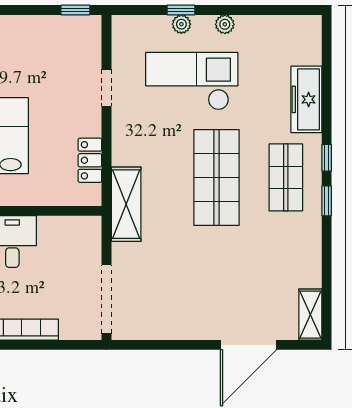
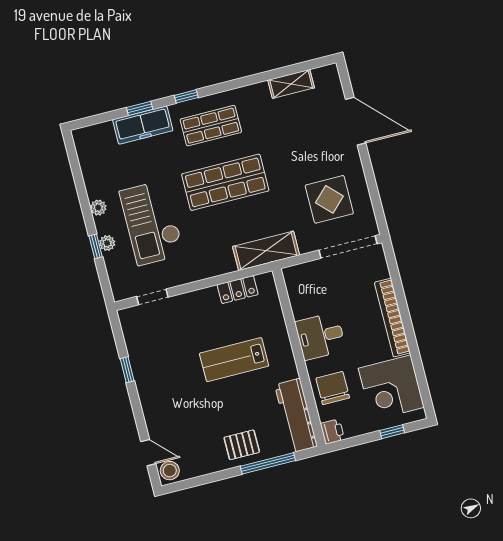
window: (75, 10) -> (127, 370), moved
doorway: (106, 88) -> (152, 297), moved
window: (327, 201) -> (140, 108), moved
display table: (167, 292) -> (329, 199), added
shelving: (310, 315) -> (291, 84), moved

